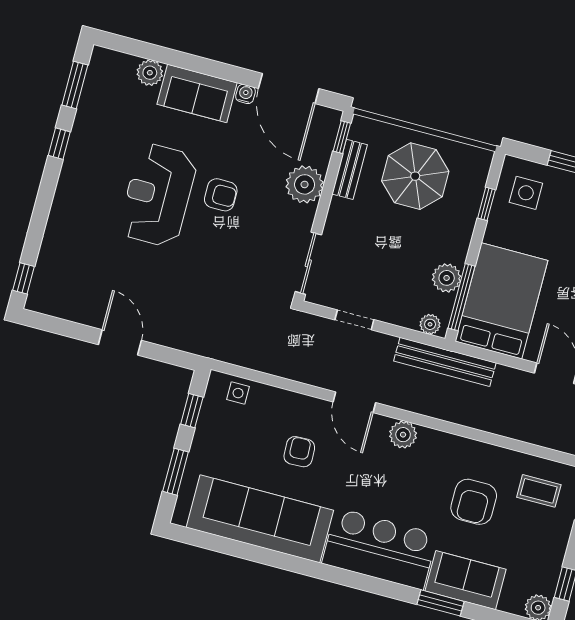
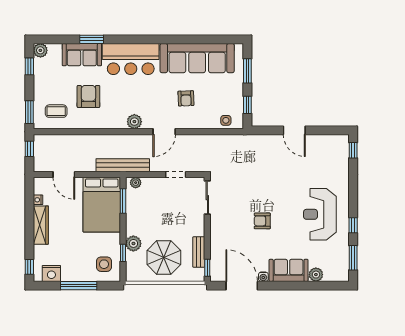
plant: (305, 184) -> (220, 238), removed
reception desk: (158, 195) -> (320, 214), moved, turned 180
plant: (447, 278) -> (133, 243), moved
window: (462, 297) -> (123, 201), width x0.69
door: (354, 402) -> (164, 132), swing flipped

